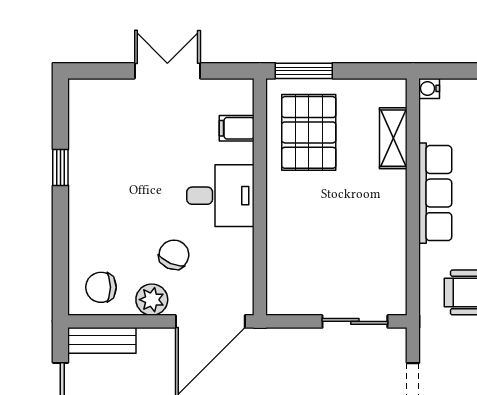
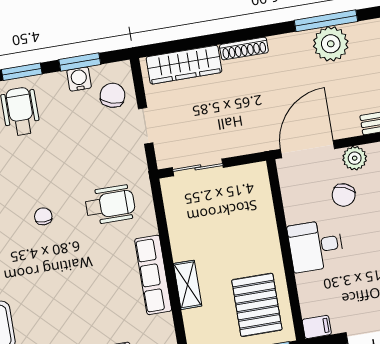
filing cabinet: (237, 128) -> (317, 327), moved
shelving: (393, 138) -> (188, 285), moved

